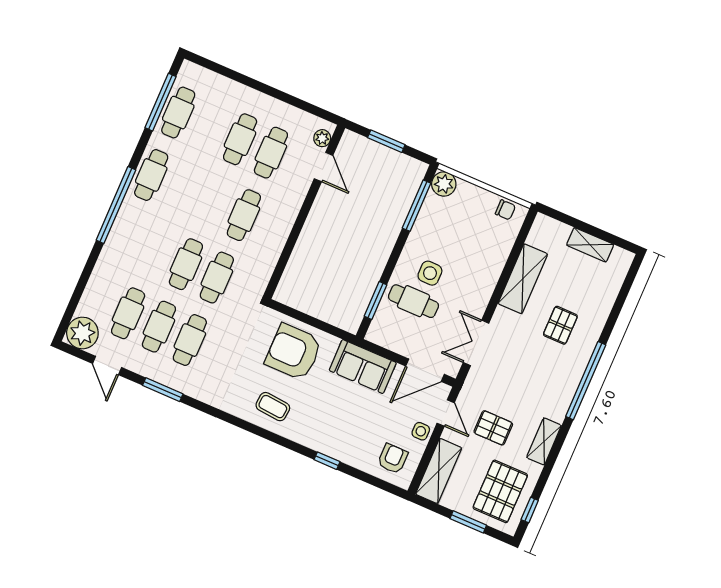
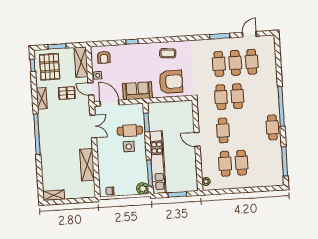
cafe table: (178, 113) -> (275, 161), removed
door: (324, 167) -> (197, 139), moved
kitchen unit: (392, 218) -> (158, 162), added
shelving: (590, 245) -> (54, 195), moved
pallet: (560, 325) -> (60, 153), removed
plant: (82, 333) -> (267, 43), removed
door: (107, 366) -> (249, 34), hinge flipped
door: (425, 370) -> (109, 103), hinge flipped

